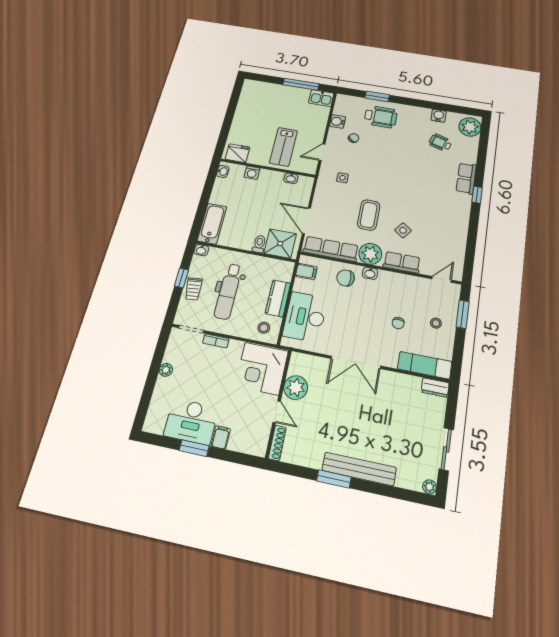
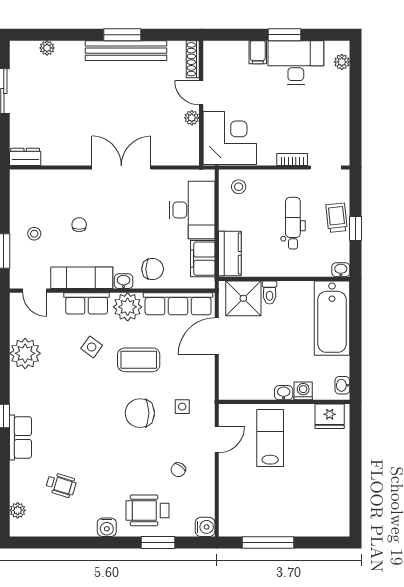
kitchen sink: (321, 98) -> (235, 525), removed
water cooler: (439, 116) -> (107, 527), moved
water cooler: (338, 122) -> (205, 527), moved
plant: (470, 127) -> (18, 510), width x0.53, depth x0.53
washbasin: (291, 178) -> (284, 393), moved
chair: (375, 179) -> (140, 413), added
coffee table: (369, 215) -> (139, 360), turned 90
door: (306, 221) -> (217, 336), swing flipped
bathtub: (212, 224) -> (332, 318), width x1.36, depth x1.36
plant: (455, 235) -> (25, 353), added
filing cabinet: (306, 272) -> (203, 259), width x2.00
door: (442, 279) -> (35, 291), hinge flipped
dental chair: (228, 291) -> (293, 223), width x0.73, depth x0.72
kitchen counter: (278, 298) -> (230, 253), moved
exam couch: (425, 365) -> (82, 278), moved, turned 180
plant: (166, 370) -> (342, 62), moved
plant: (296, 388) -> (192, 118), width x0.53, depth x0.53
bench: (359, 469) -> (126, 51), moved
plant: (429, 487) -> (47, 48), moved

